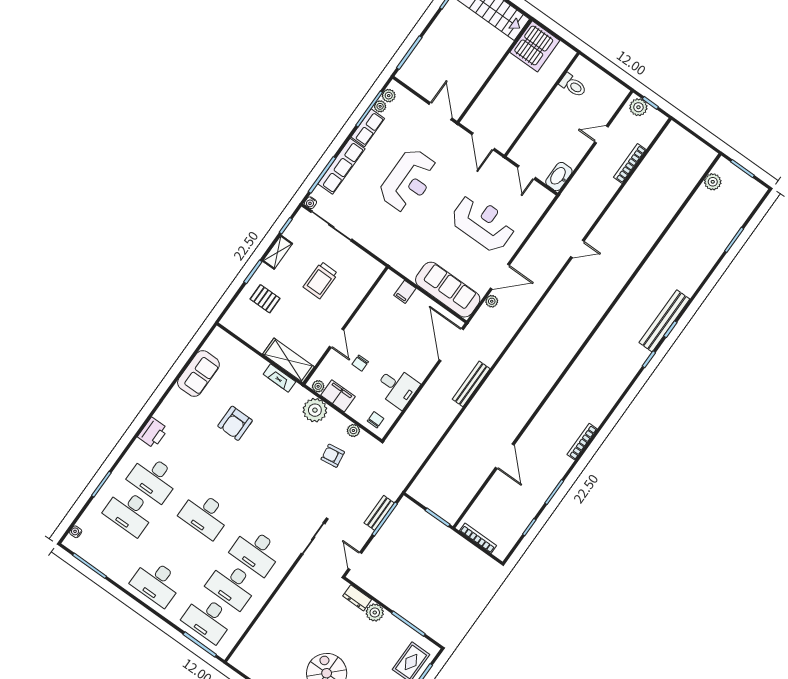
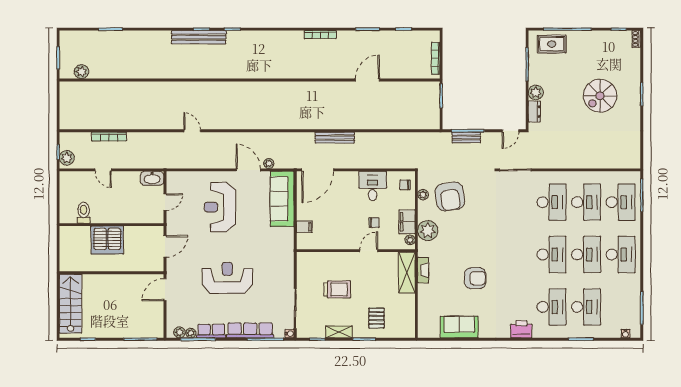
server rack: (535, 46) -> (107, 240), moved, turned 180
armchair: (333, 456) -> (450, 197), width x1.88, depth x1.88
desk: (181, 548) -> (586, 255), added

